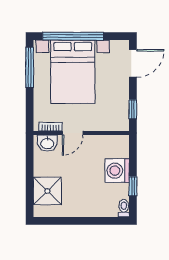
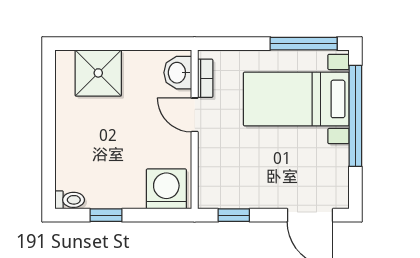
bed with nightstands: (73, 72) -> (296, 99), width x0.73
washing machine: (117, 171) -> (166, 189), moved

